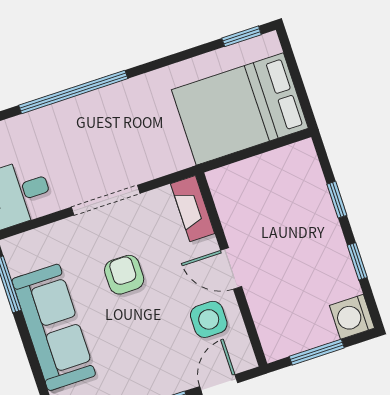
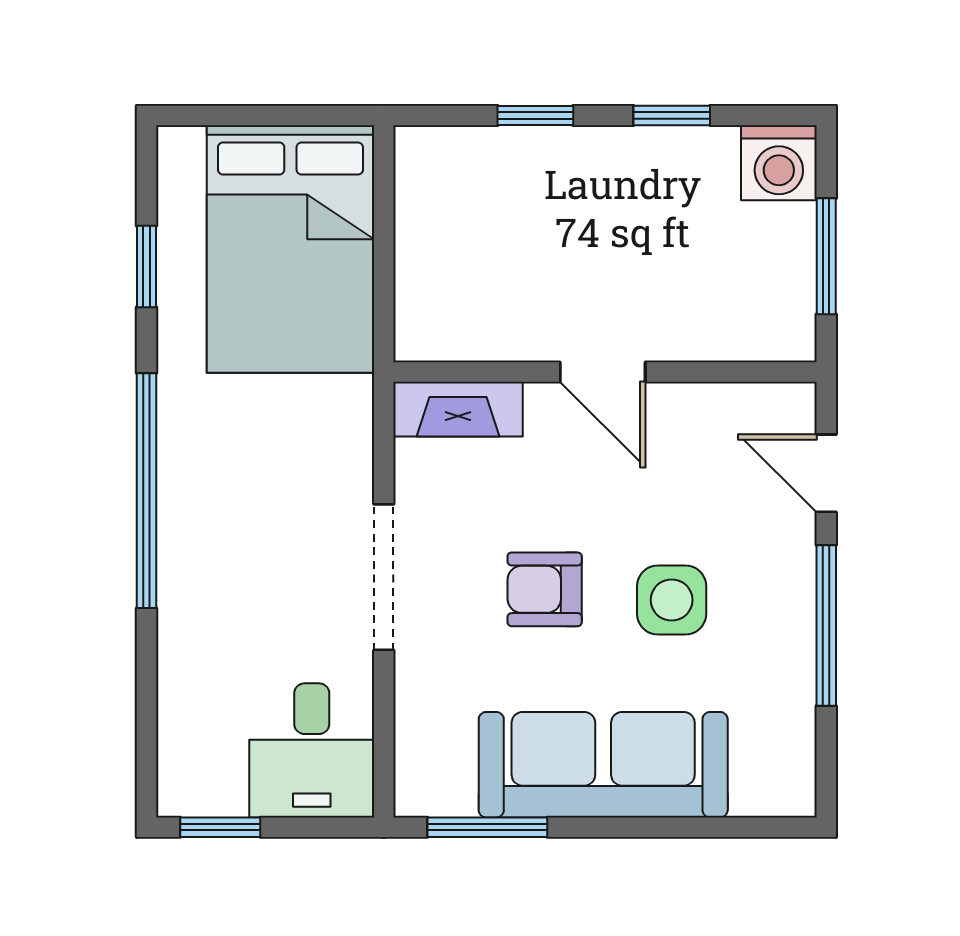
window: (242, 36) -> (146, 266), moved
window: (73, 92) -> (146, 491), moved
door: (231, 268) -> (603, 372), hinge flipped
side table: (209, 319) -> (672, 600), moved

